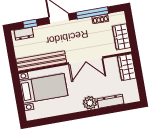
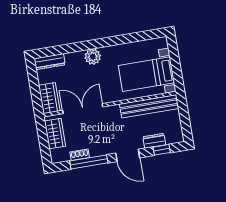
dresser: (24, 34) -> (154, 141), moved
double door: (86, 61) -> (83, 109), moved
dresser: (110, 101) -> (50, 62), moved

